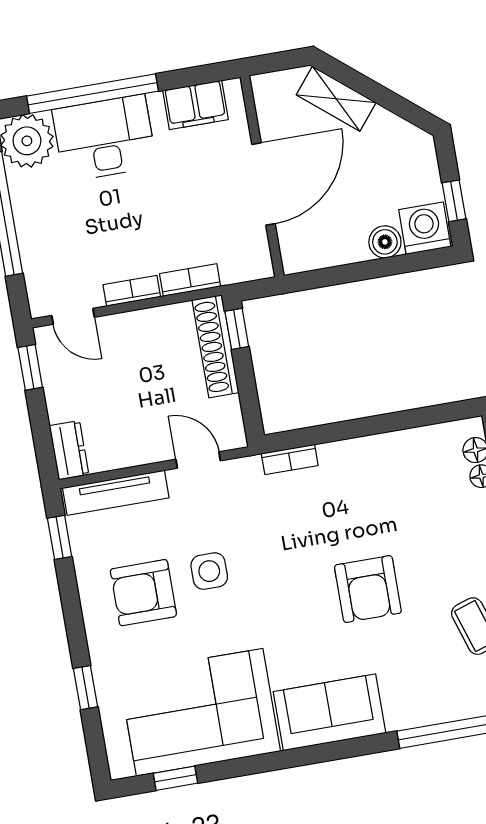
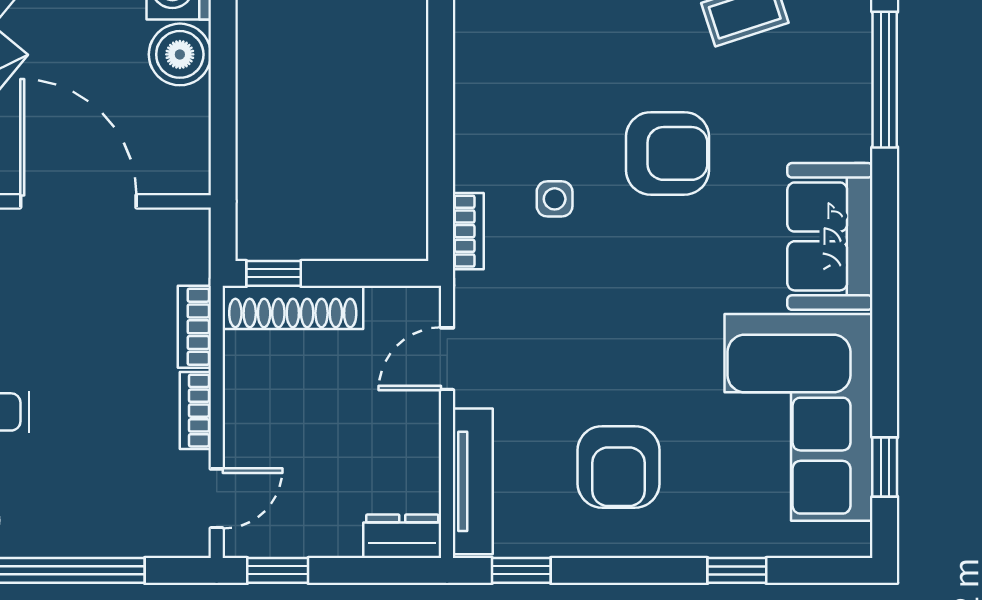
boiler: (385, 242) -> (180, 54), width x1.36, depth x1.36
side table: (209, 571) -> (555, 199), moved, width x0.73, depth x0.73

